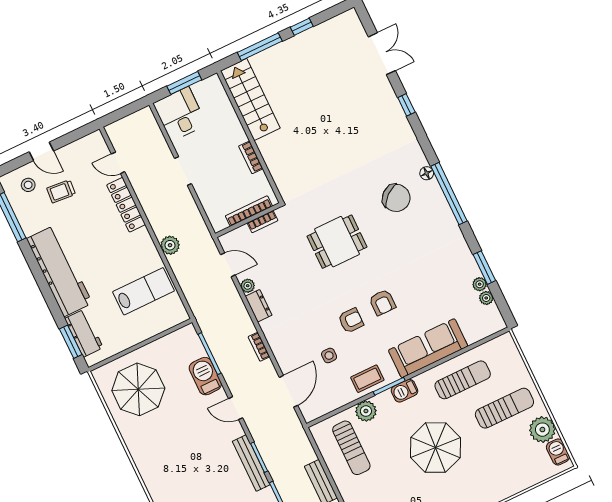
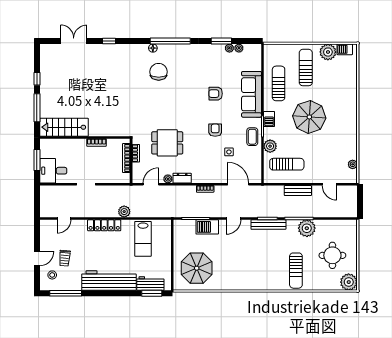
chair: (396, 198) -> (159, 72), turned -50
locker: (126, 205) -> (104, 225), moved
dining table: (337, 242) -> (167, 143), moved, turned 90
lab bench: (144, 291) -> (143, 239), turned 180
armchair: (382, 302) -> (216, 94), moved, turned 180

